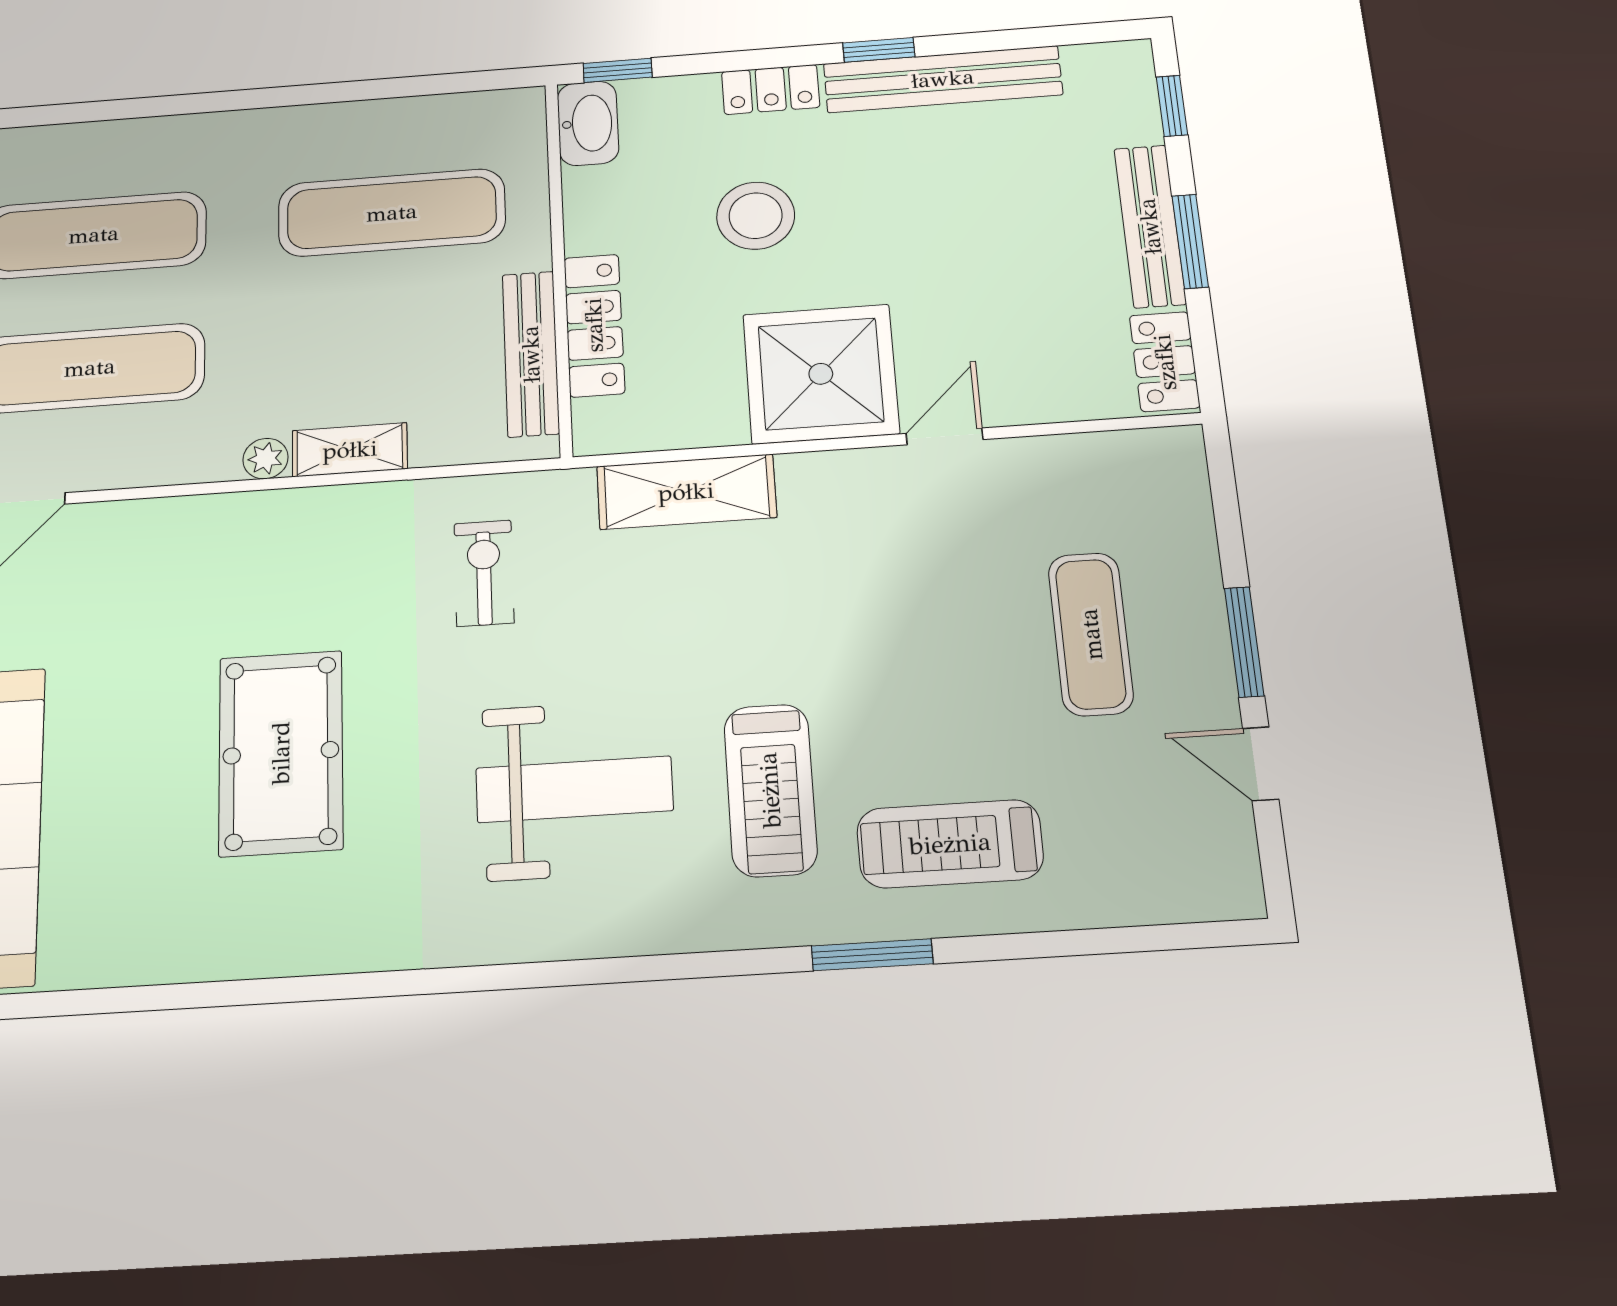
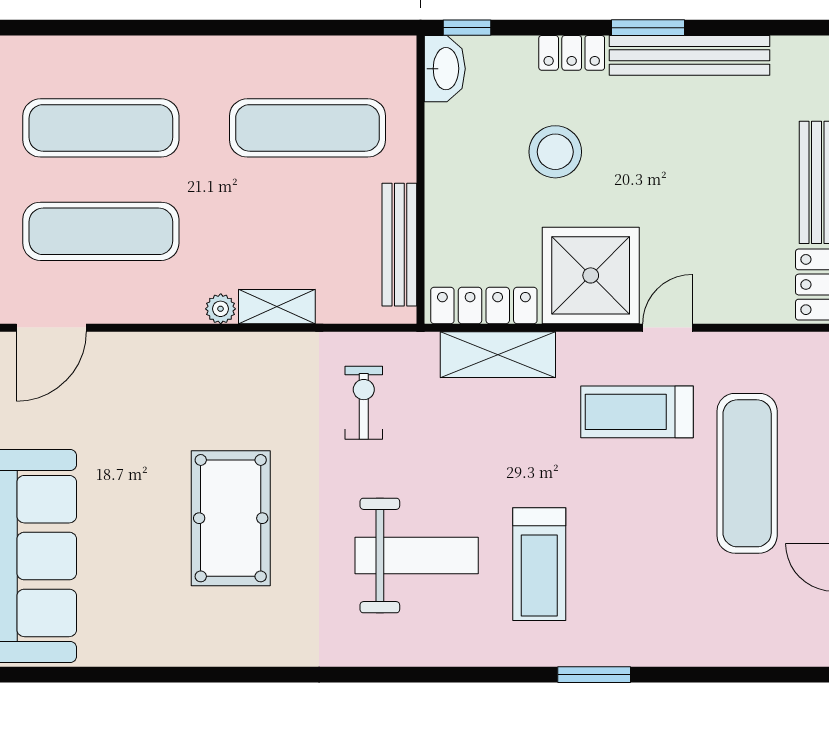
window: (879, 50) -> (648, 28), width x1.50
locker: (594, 325) -> (484, 306), moved, turned -90
exercise mat: (1091, 634) -> (747, 473), width x1.36, depth x1.45
treadmill: (950, 844) -> (637, 412), moved

